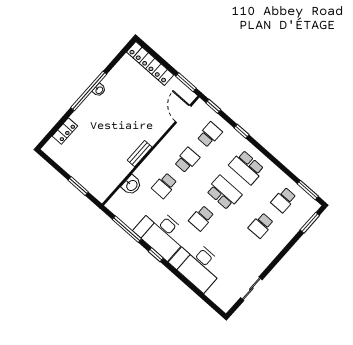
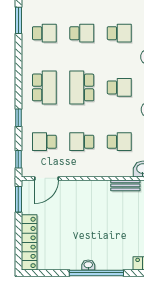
bench: (140, 154) -> (125, 185), moved
school desk: (238, 251) -> (119, 33), added

